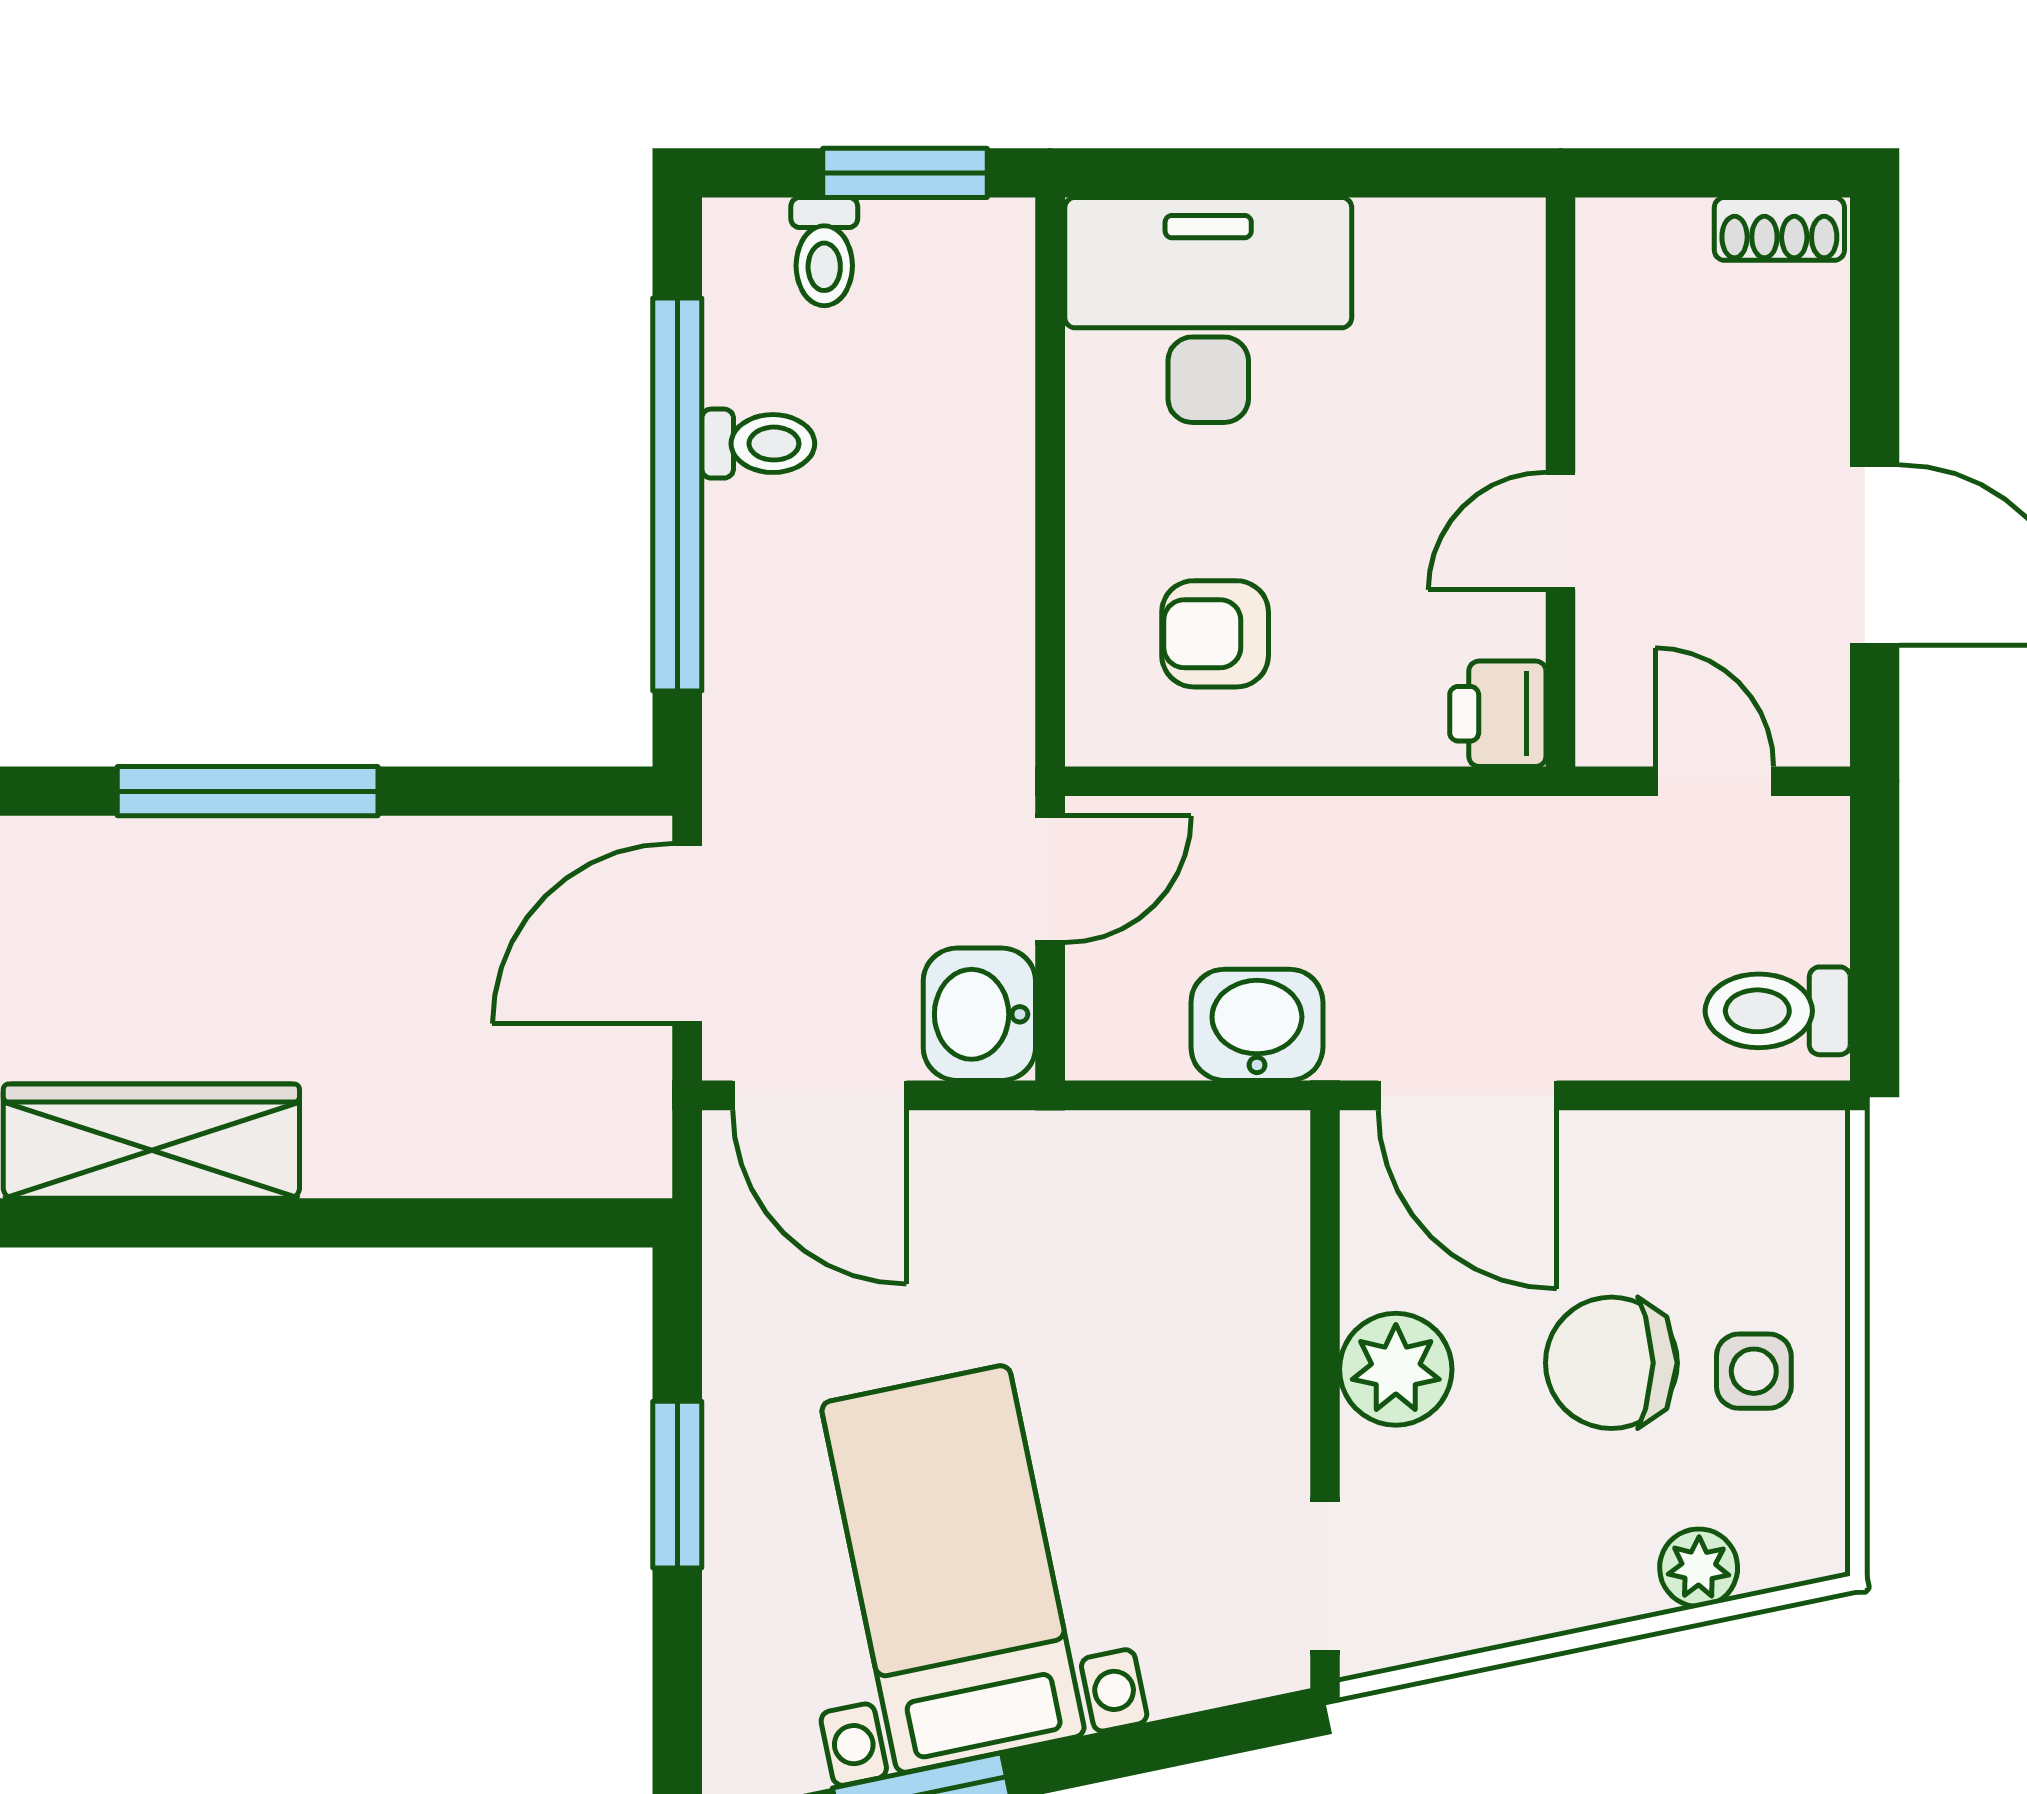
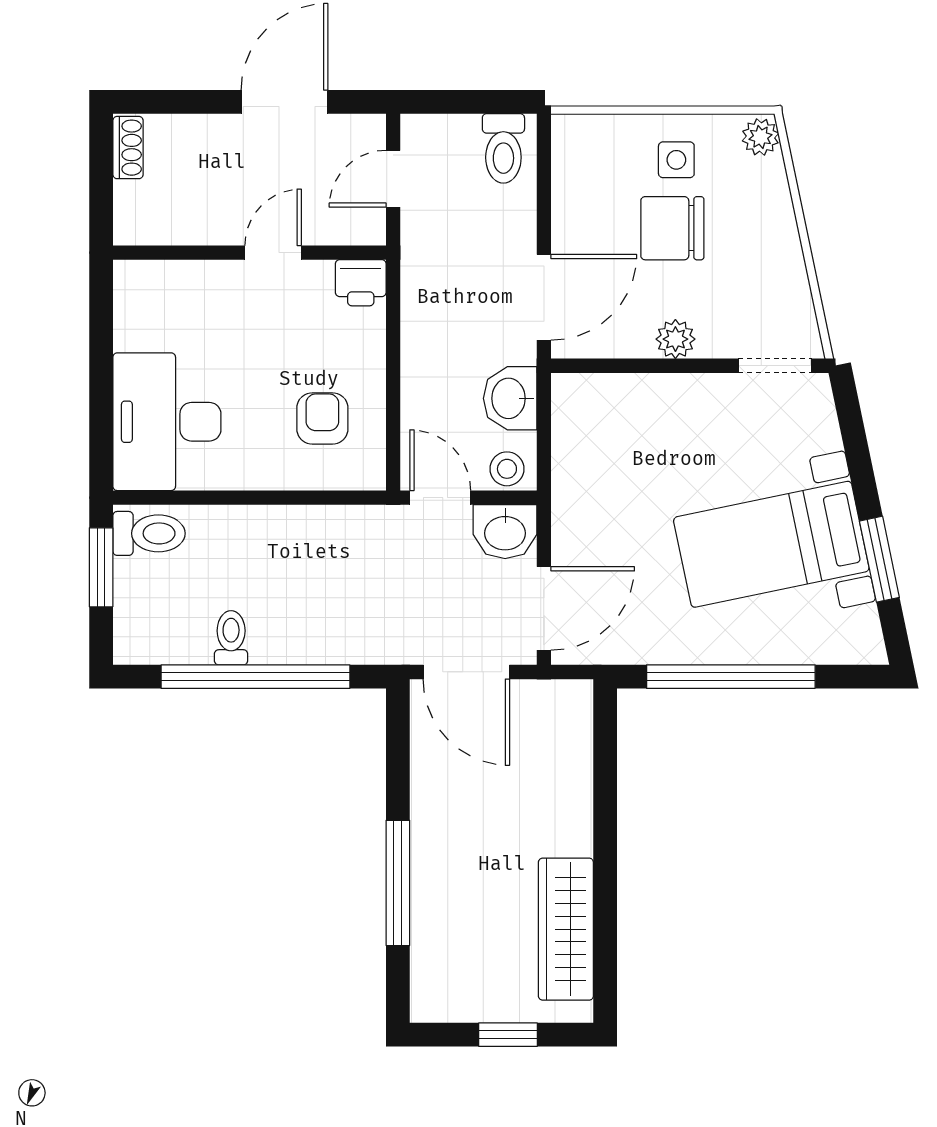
toilet: (824, 252) -> (149, 533), moved, width x1.37, depth x1.39
door: (1561, 531) -> (273, 253), swing flipped
armchair: (1215, 634) -> (322, 418), turned 180
stool: (1110, 1018) -> (507, 469), added
chair: (1611, 1363) -> (672, 228), turned 90
plant: (1396, 1369) -> (675, 339), width x0.73, depth x0.73
window: (677, 1485) -> (731, 677), width x2.11
plant: (1699, 1568) -> (760, 137), moved

